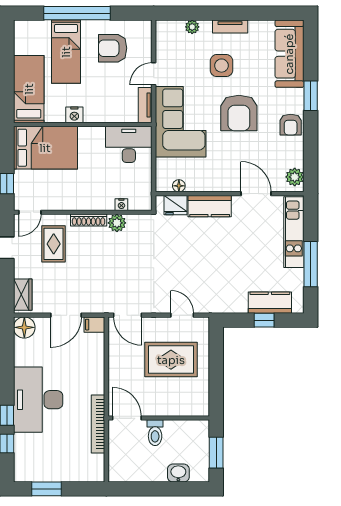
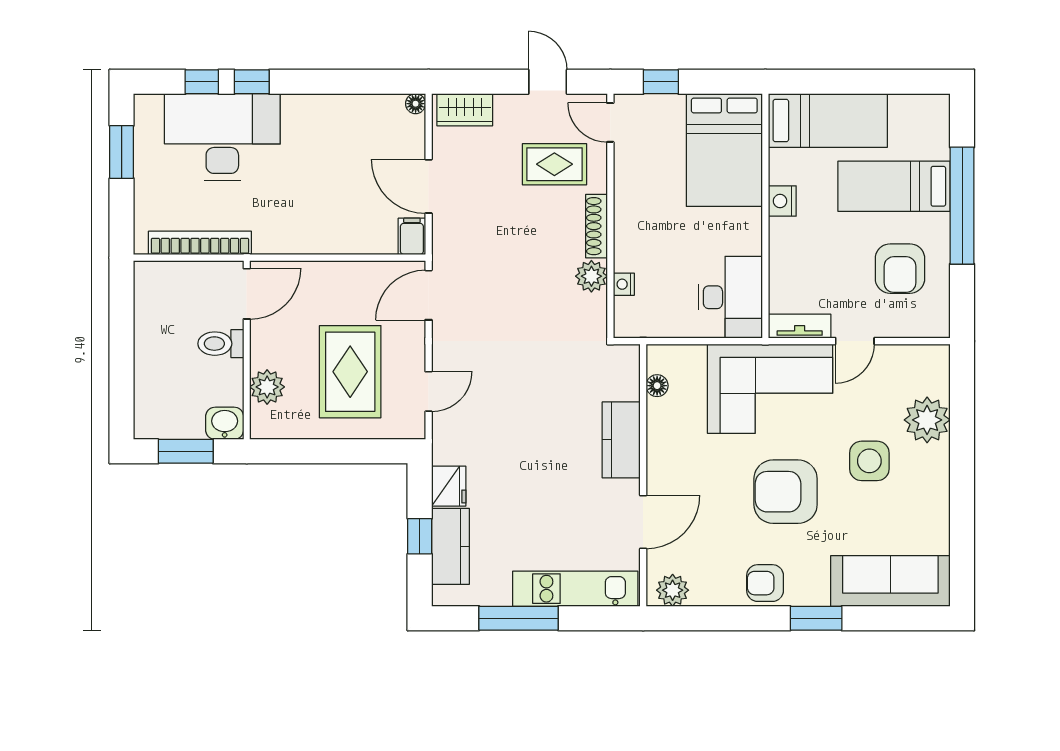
plant: (192, 27) -> (927, 420), width x1.87, depth x1.87
tv unit: (230, 27) -> (938, 476), removed
armchair: (113, 48) -> (900, 269), turned 180
door: (154, 74) -> (855, 341), swing flipped
fridge: (175, 205) -> (449, 486), moved, turned 180
floor lamp: (24, 327) -> (416, 104), width x0.53, depth x0.53
desk: (38, 400) -> (222, 137), moved
plant: (180, 407) -> (267, 387), added
bookcase: (98, 424) -> (200, 243), moved
washbasin: (178, 473) -> (225, 423), moved, turned -90

